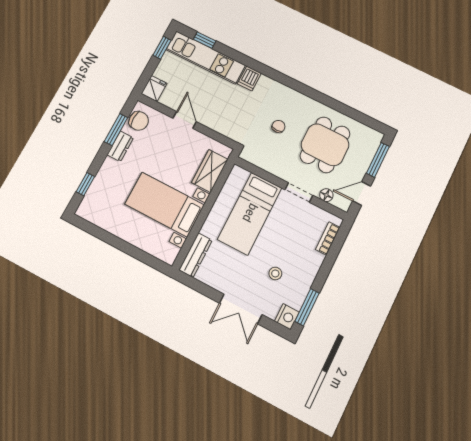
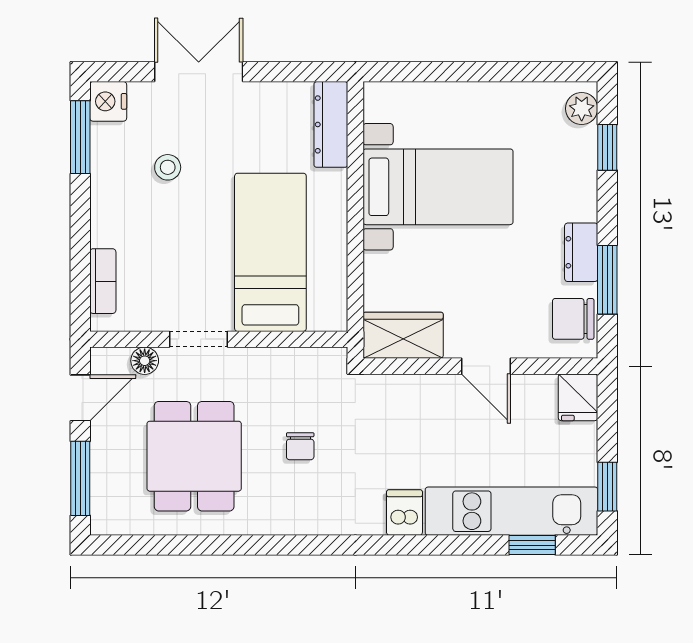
wardrobe: (210, 171) -> (403, 335), moved, turned -90
plant: (87, 206) -> (582, 109), added

